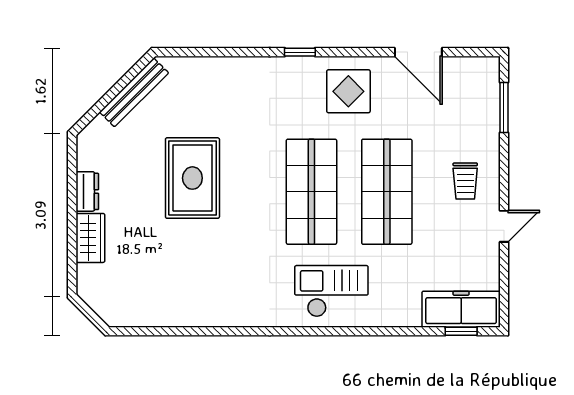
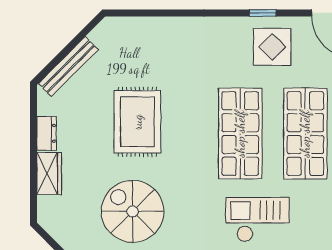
window: (300, 52) -> (263, 13), moved
bench: (134, 92) -> (68, 66), moved
spiral stairs: (187, 282) -> (133, 211), added

